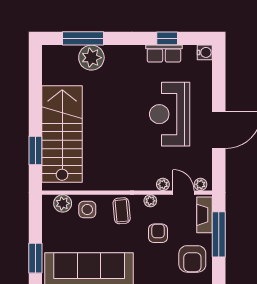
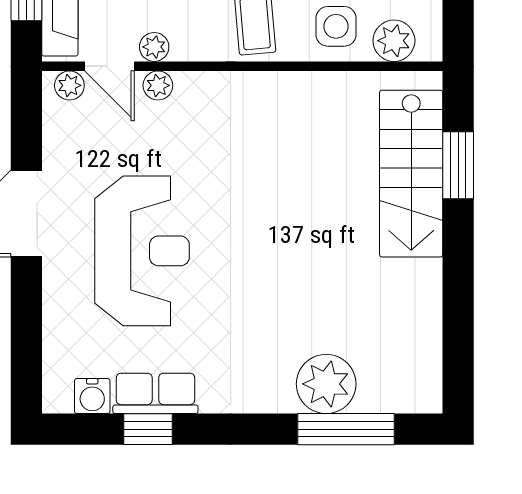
water cooler: (205, 52) -> (92, 396), moved, turned -90
stairs: (62, 134) -> (411, 174), width x0.73, depth x0.66
plant: (150, 201) -> (154, 47), moved

